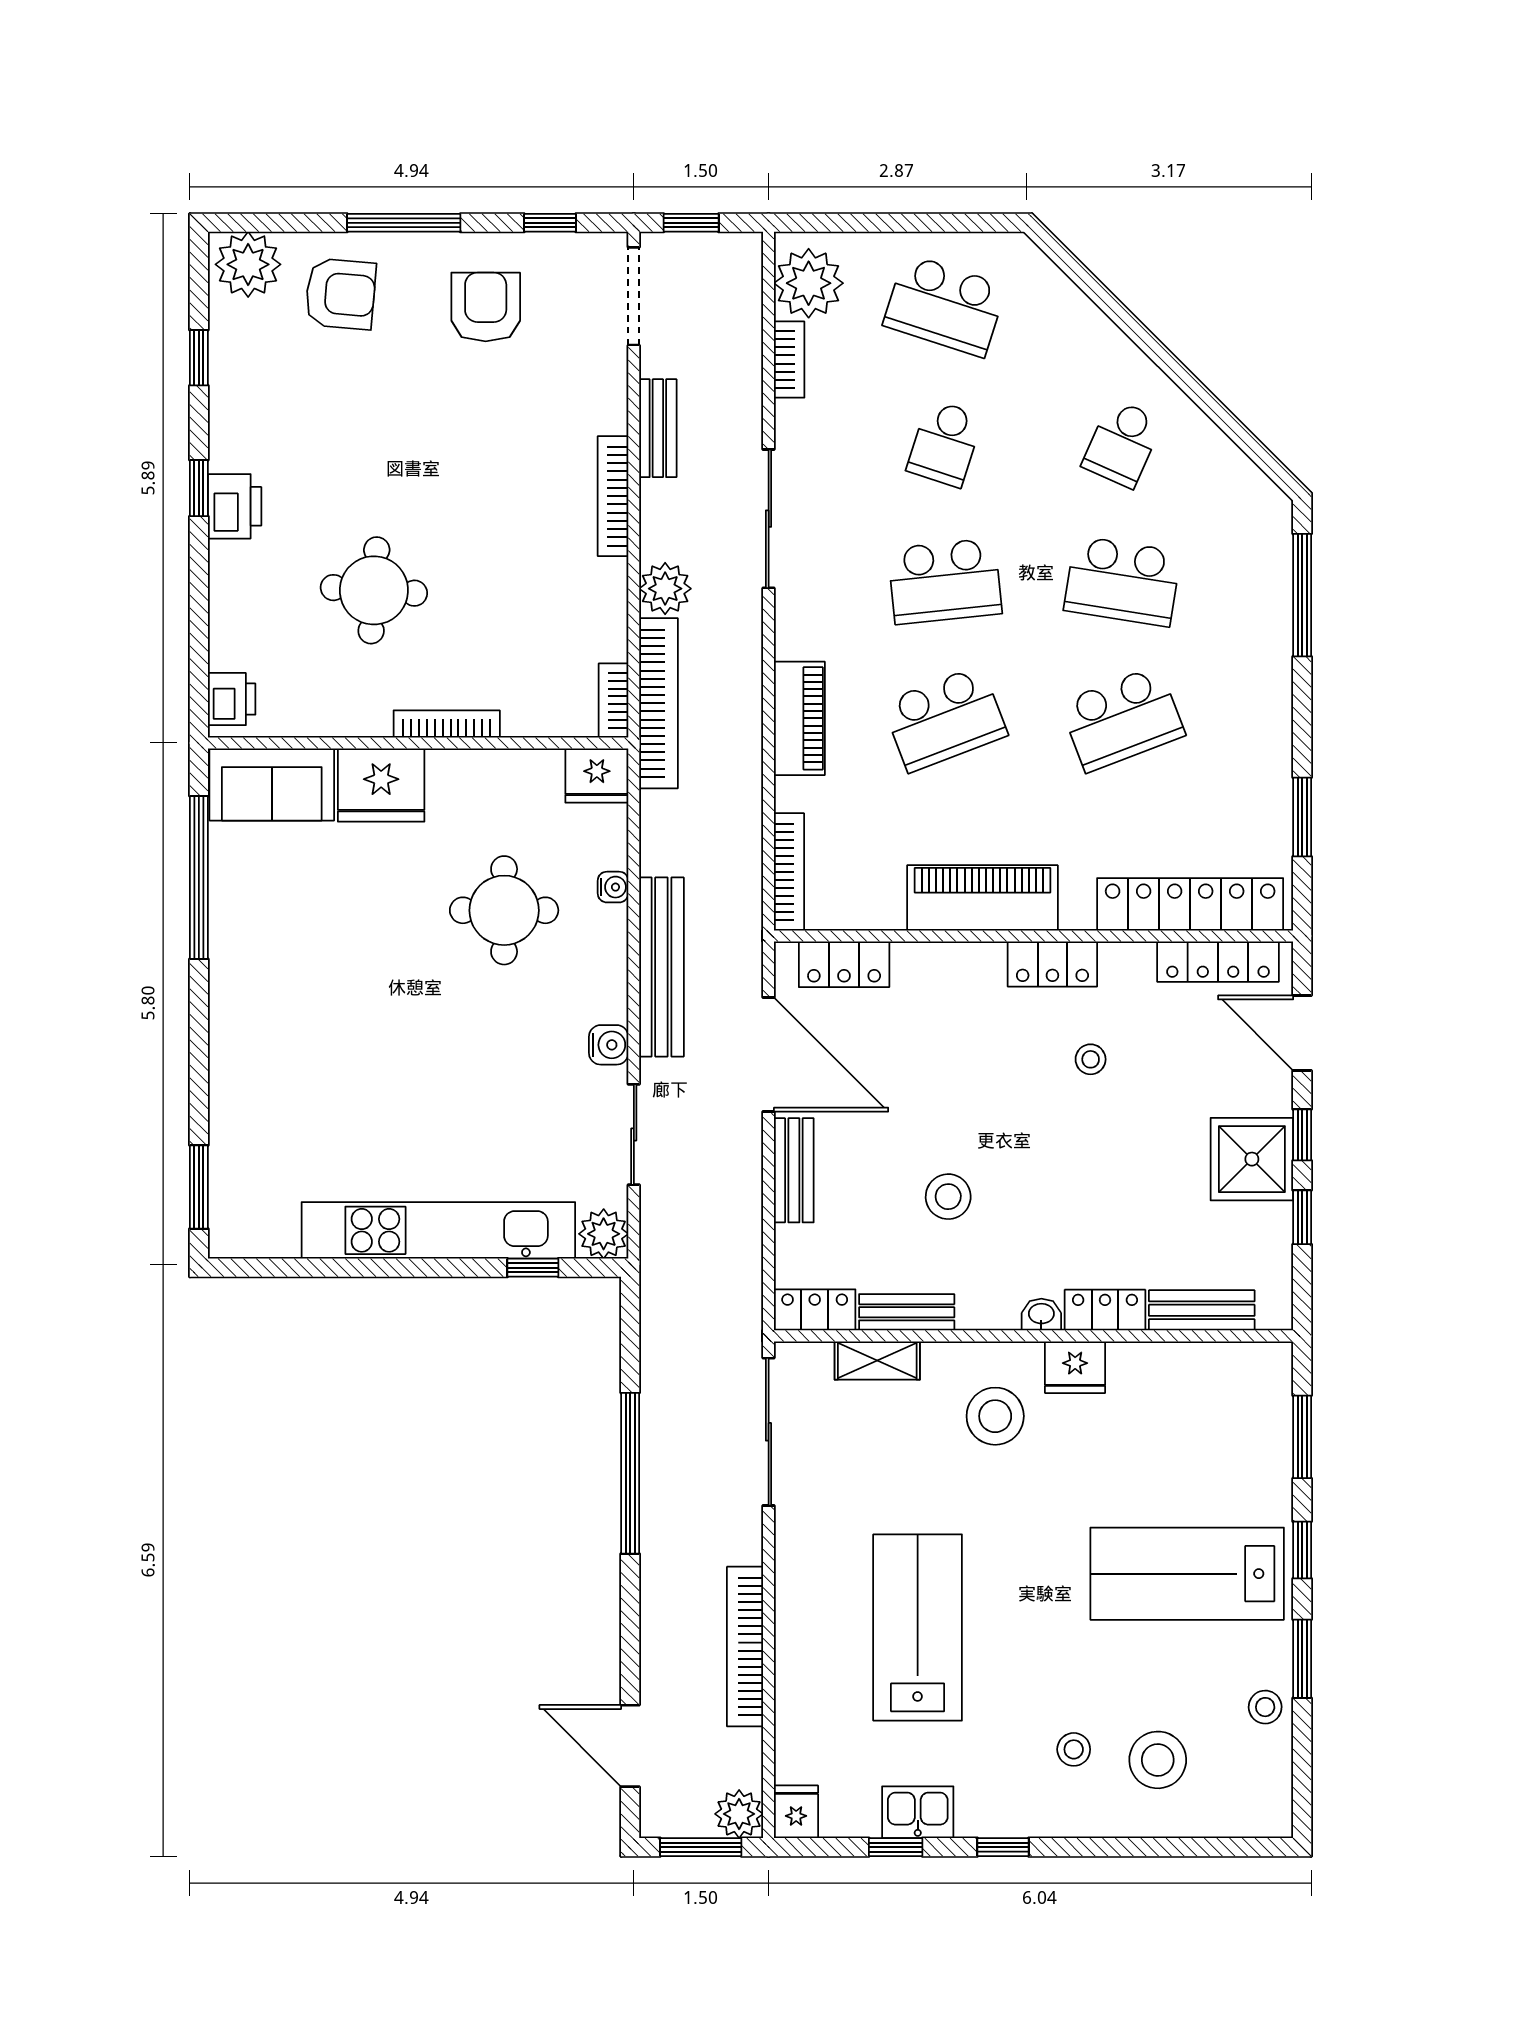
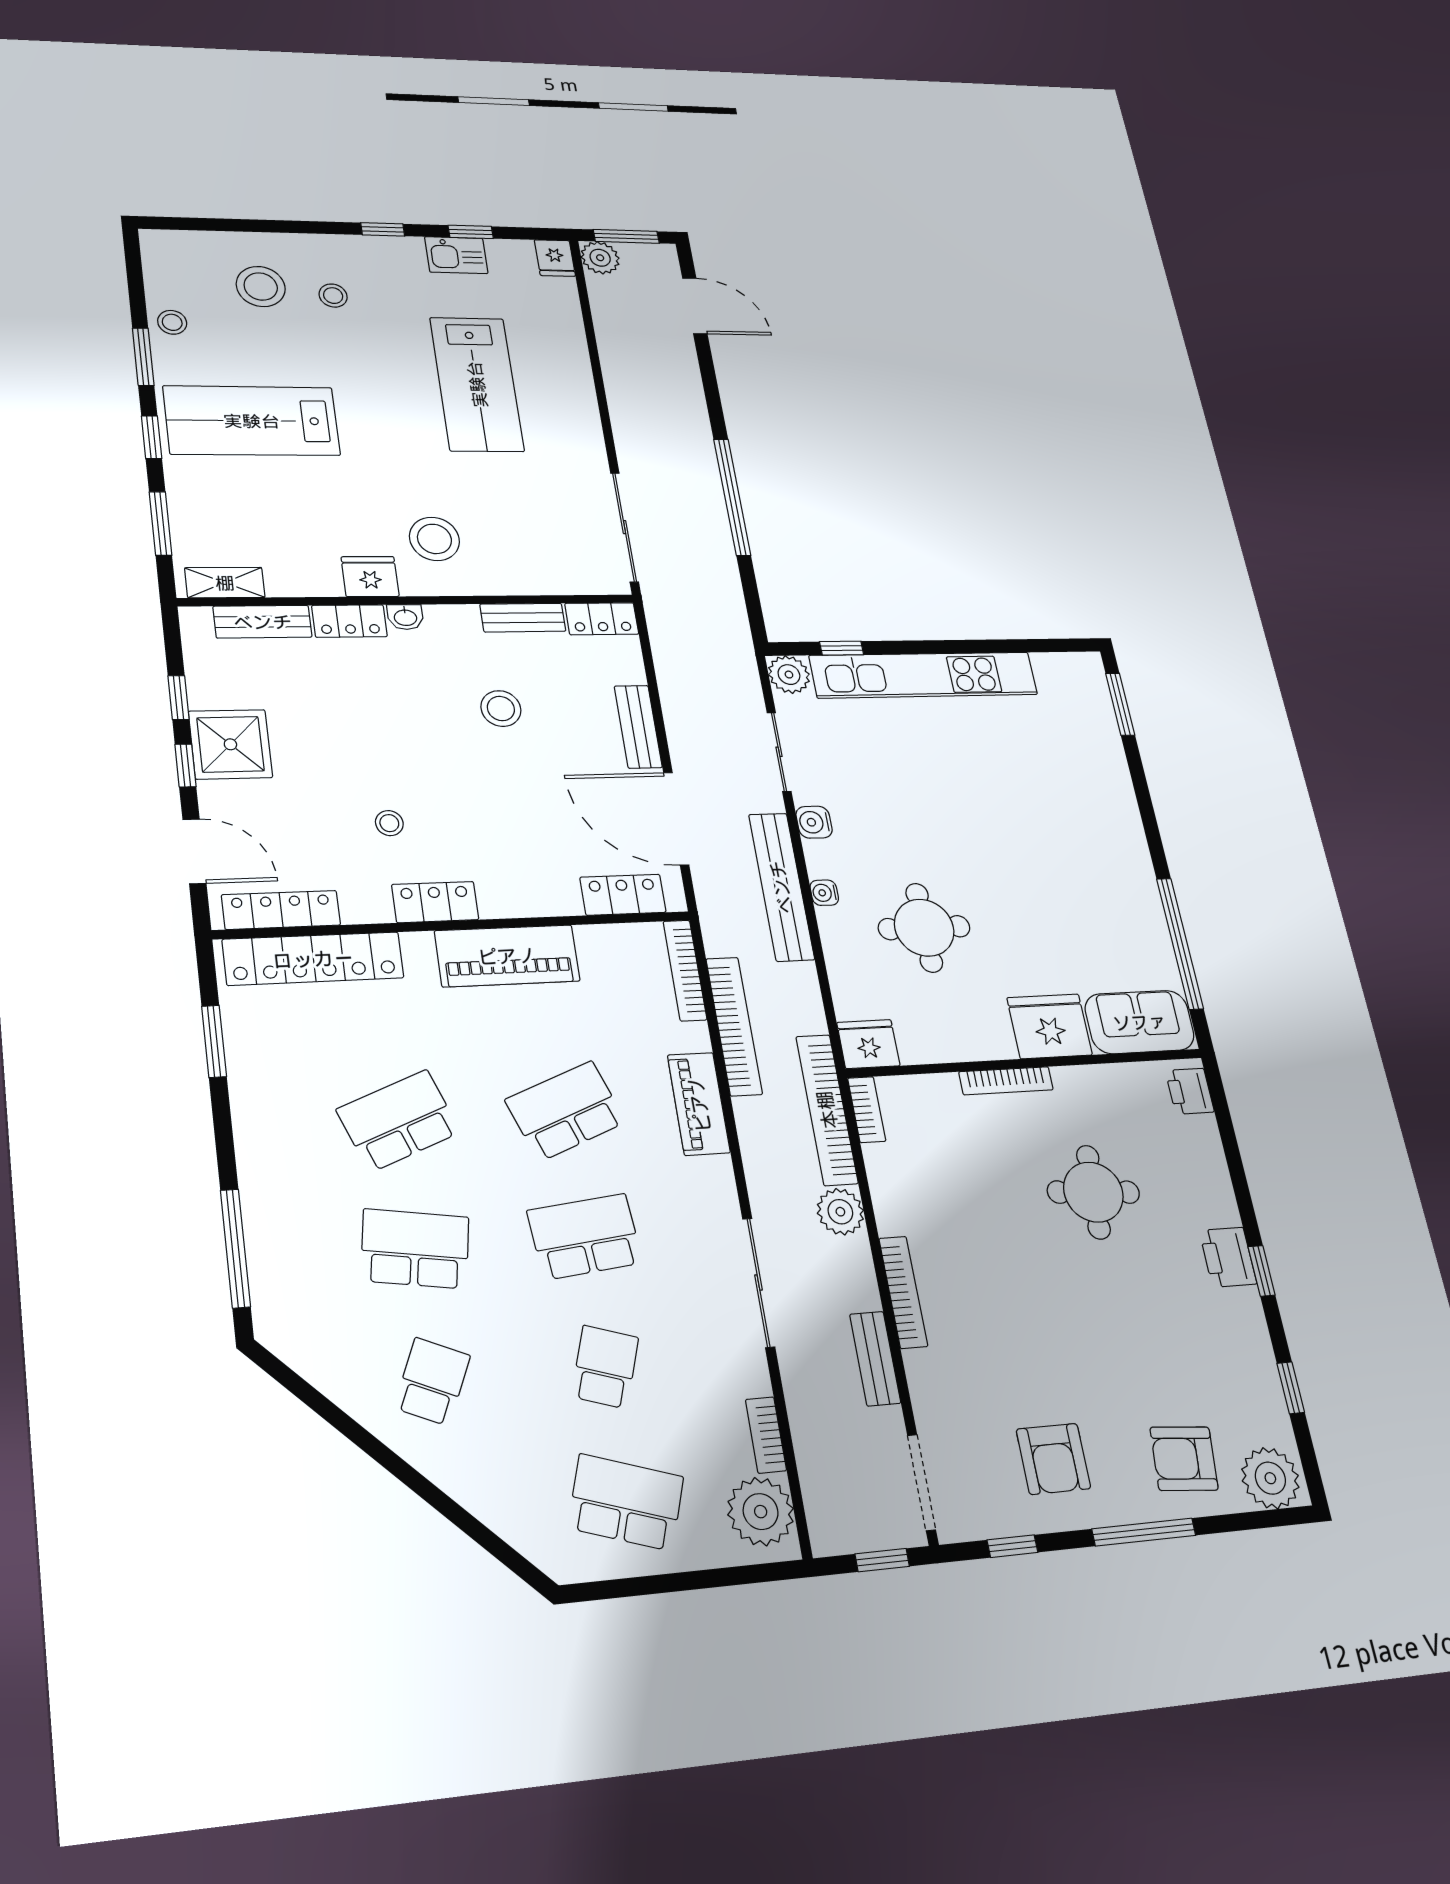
water cooler: (613, 887) -> (824, 893), moved
shelving: (877, 1360) -> (225, 583), moved
lab bench: (1187, 1574) -> (252, 421), turned 180
bookcase: (745, 1647) -> (734, 1026), moved

